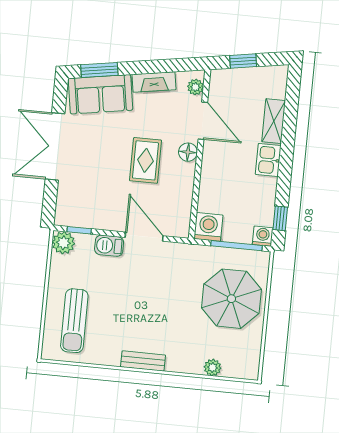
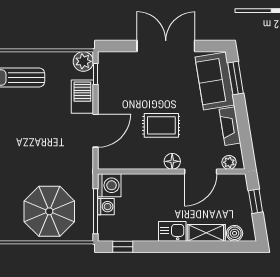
boiler: (278, 89) -> (235, 233), added
washing machine: (263, 236) -> (106, 207), moved
barbecue: (109, 246) -> (82, 97), width x1.38, depth x1.27

